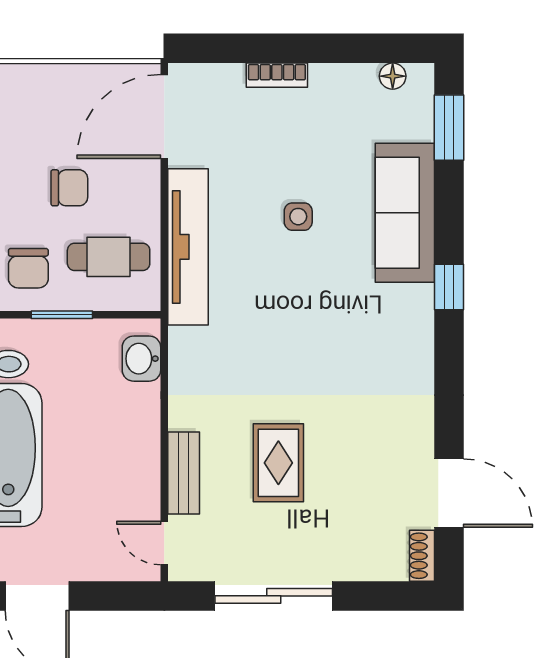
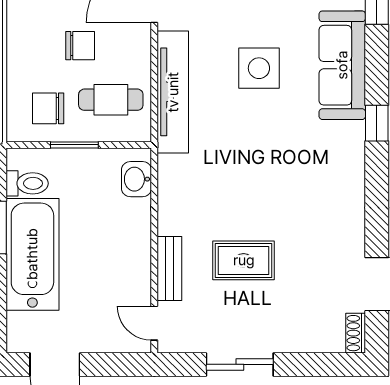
side table: (298, 217) -> (259, 68), width x1.87, depth x1.87
chair: (28, 268) -> (48, 108), turned 90
rug: (278, 463) -> (244, 260), turned 90
sliding door: (274, 596) -> (240, 364), width x0.73

